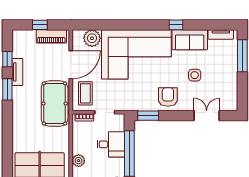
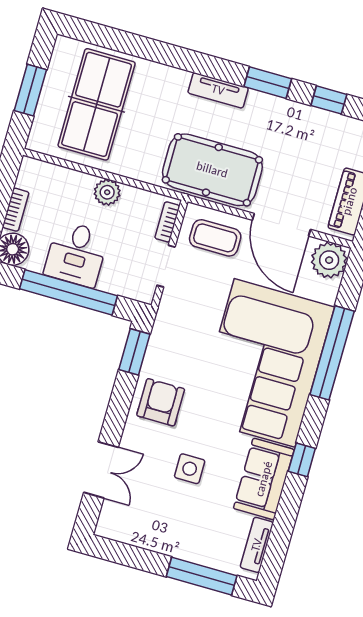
window: (123, 25) -> (332, 353), added
plant: (92, 38) -> (329, 260), moved
tv unit: (17, 72) -> (218, 90), moved
armchair: (168, 97) -> (161, 402), turned -90
desk: (111, 144) -> (76, 254), moved
plant: (79, 161) -> (107, 192), moved

